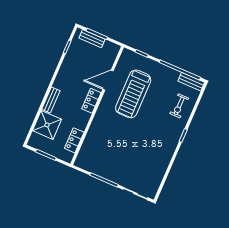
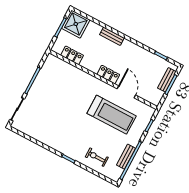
bench: (191, 82) -> (126, 157), moved
treadmill: (133, 94) -> (112, 115), turned 180
shower: (47, 125) -> (76, 24), moved

